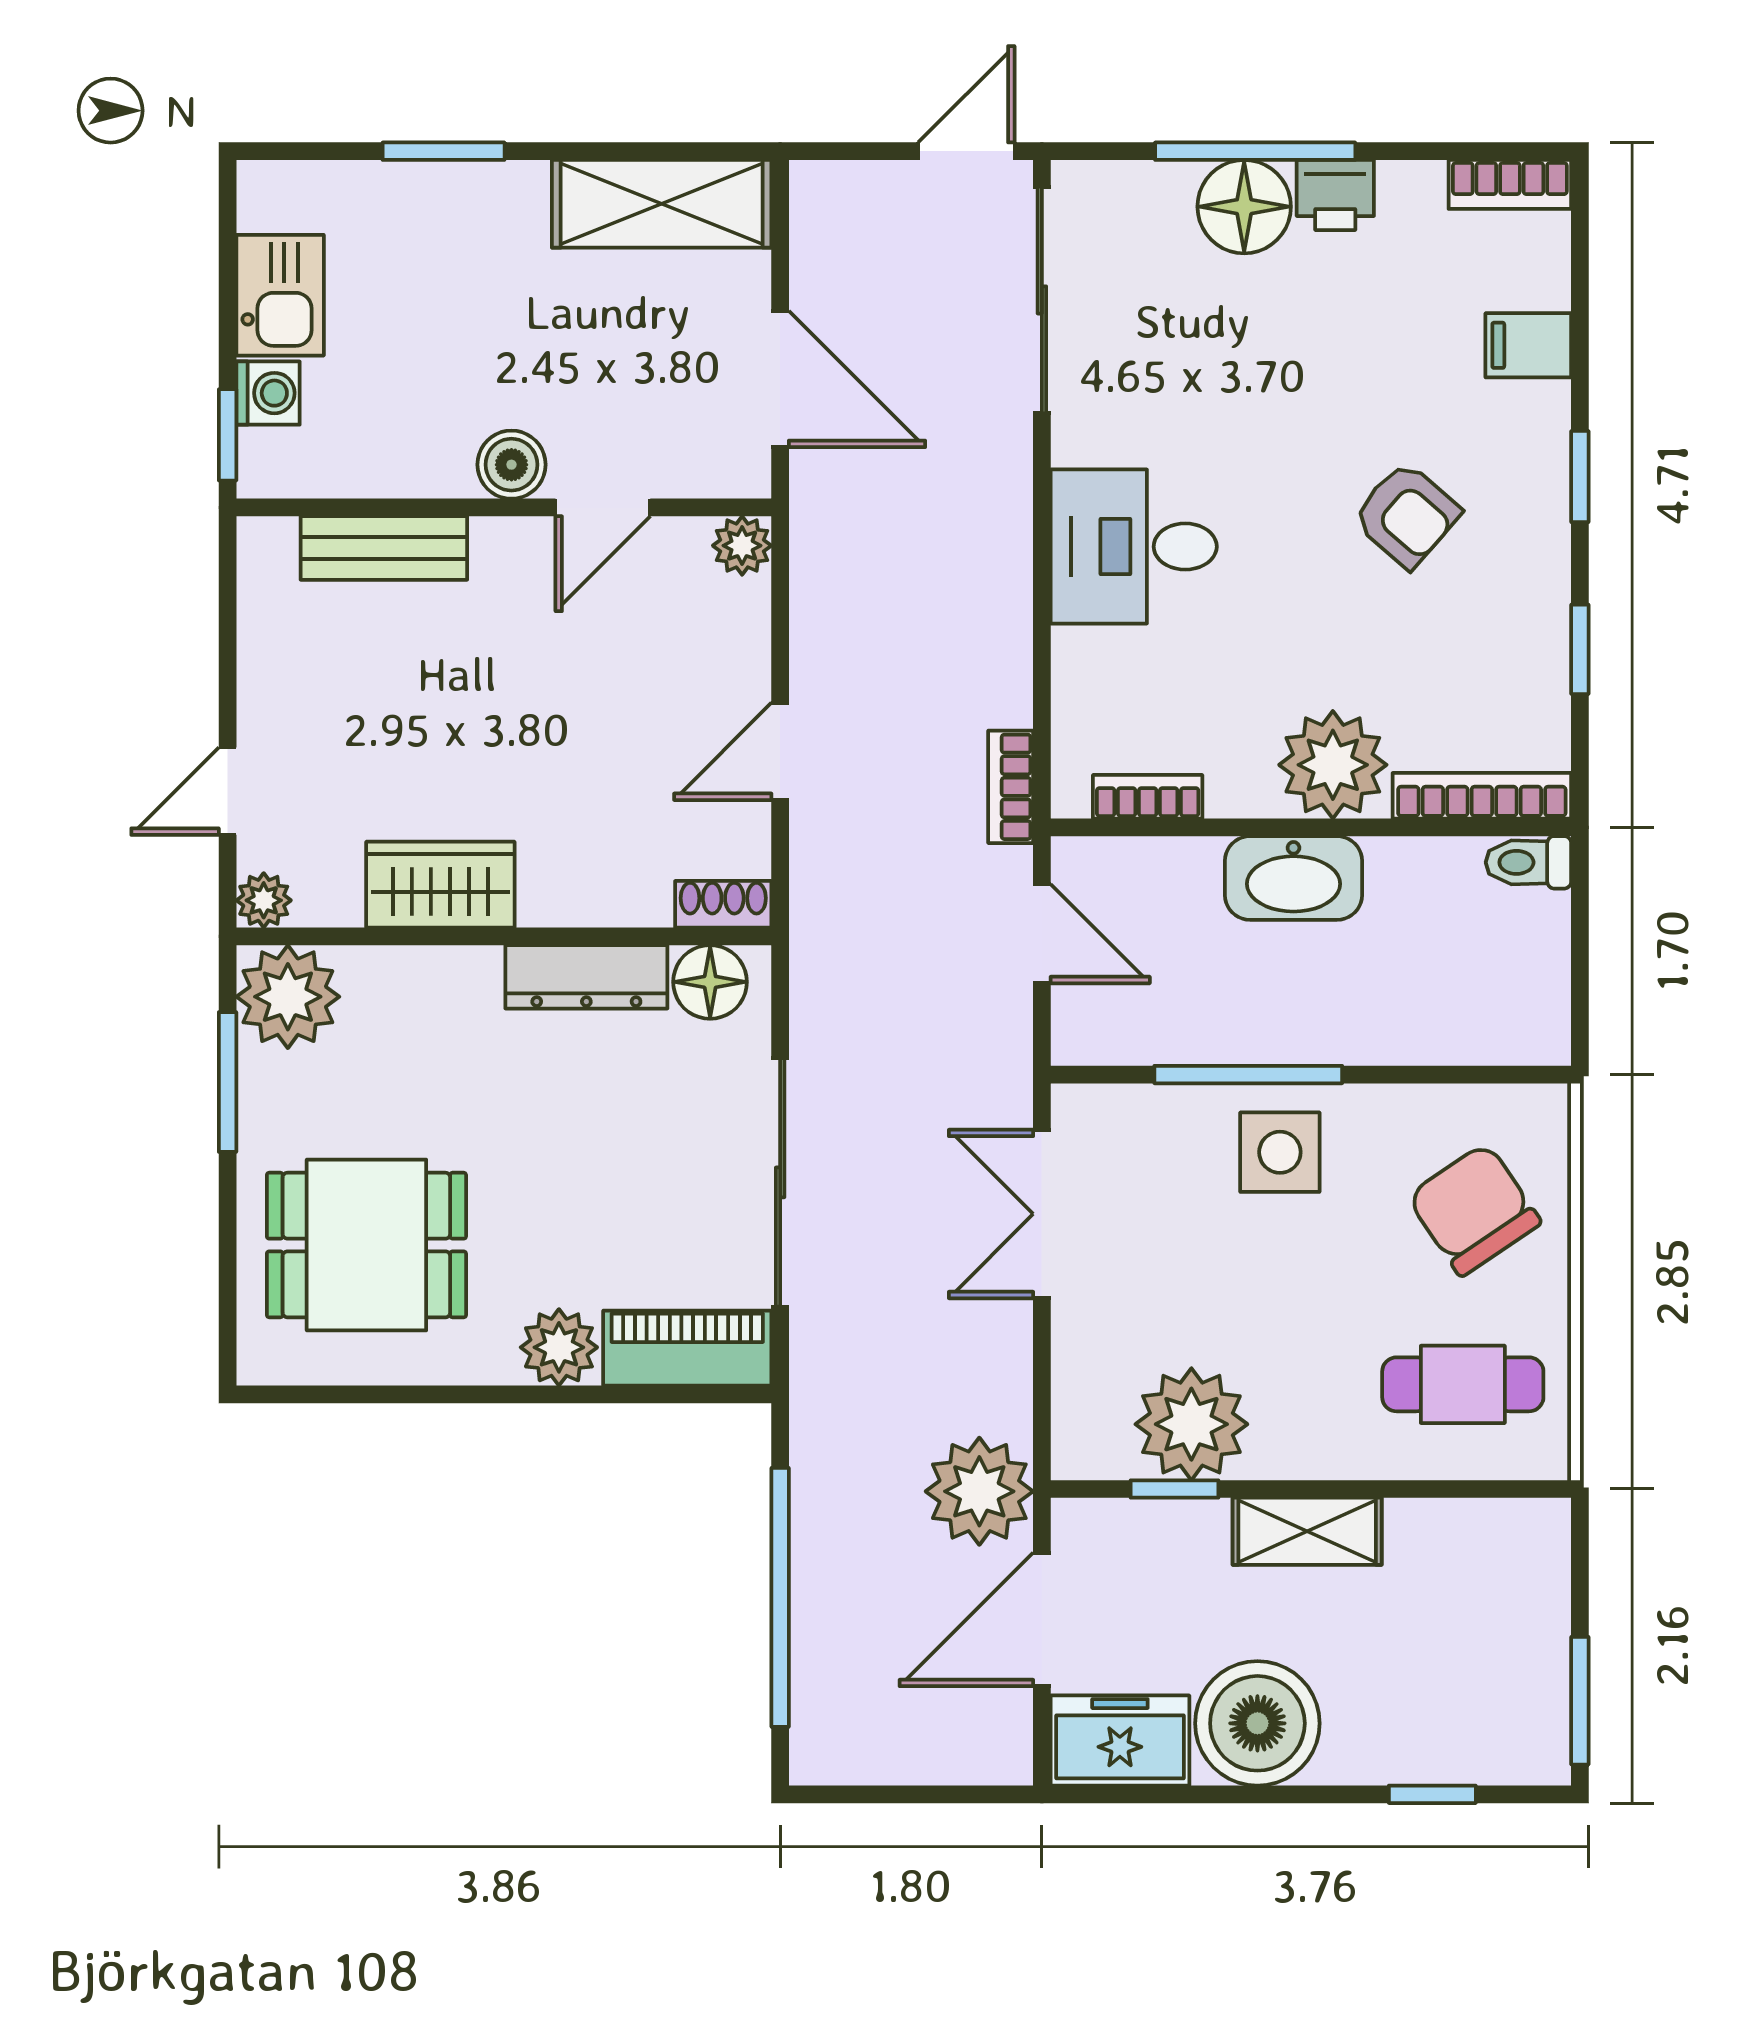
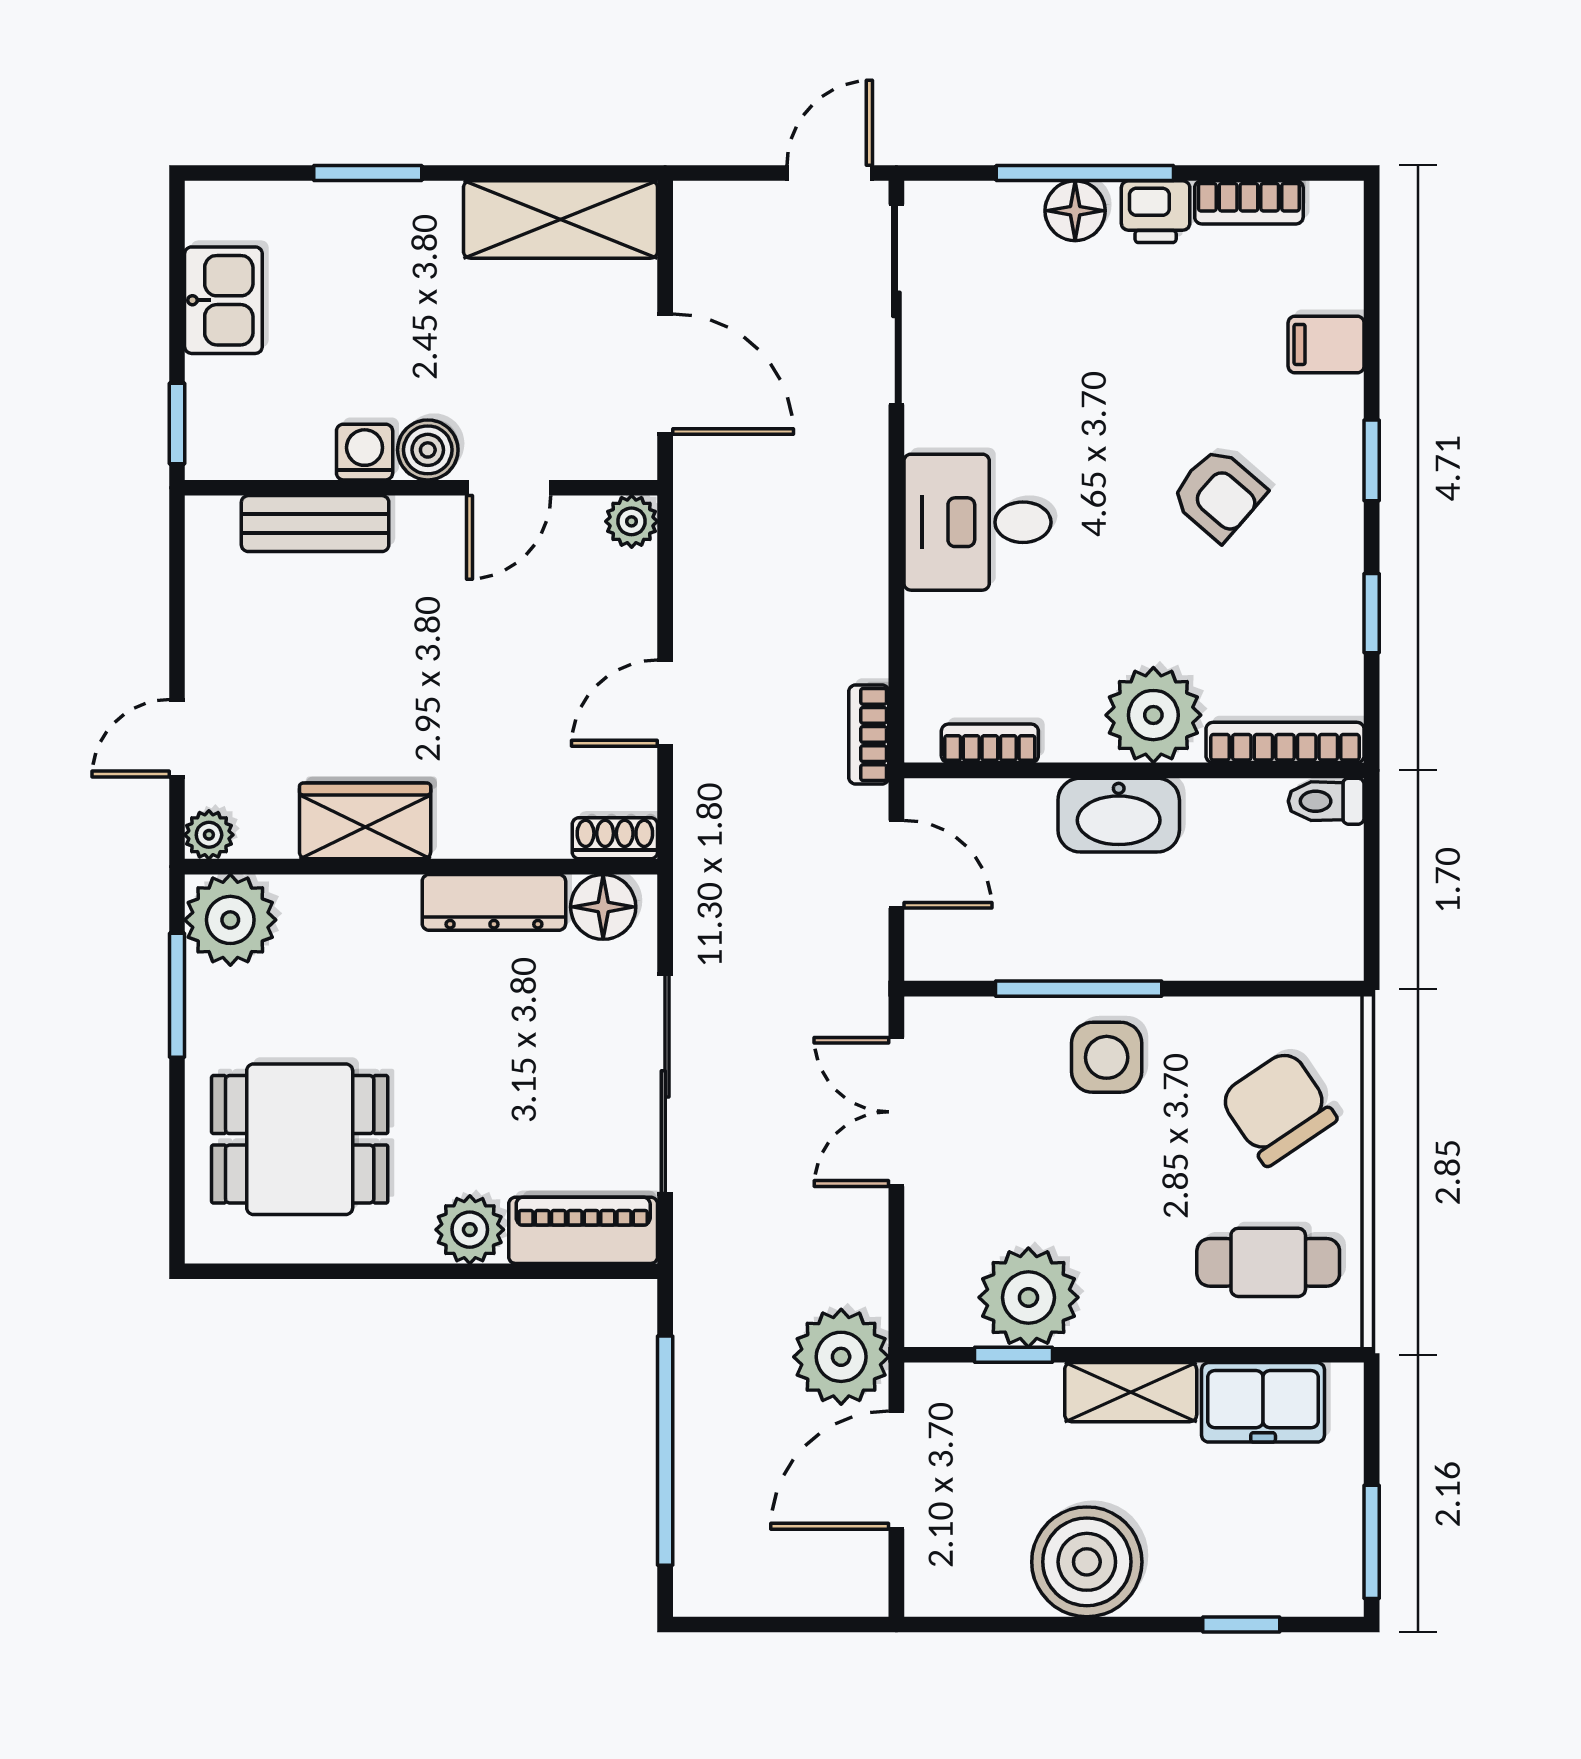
bookcase: (1510, 184) -> (1249, 202), moved
floor lamp: (1244, 207) -> (1075, 211), width x0.73, depth x0.73
washing machine: (268, 393) -> (365, 452), moved, turned -90
freezer: (1120, 1741) -> (1263, 1402), moved, turned 180

